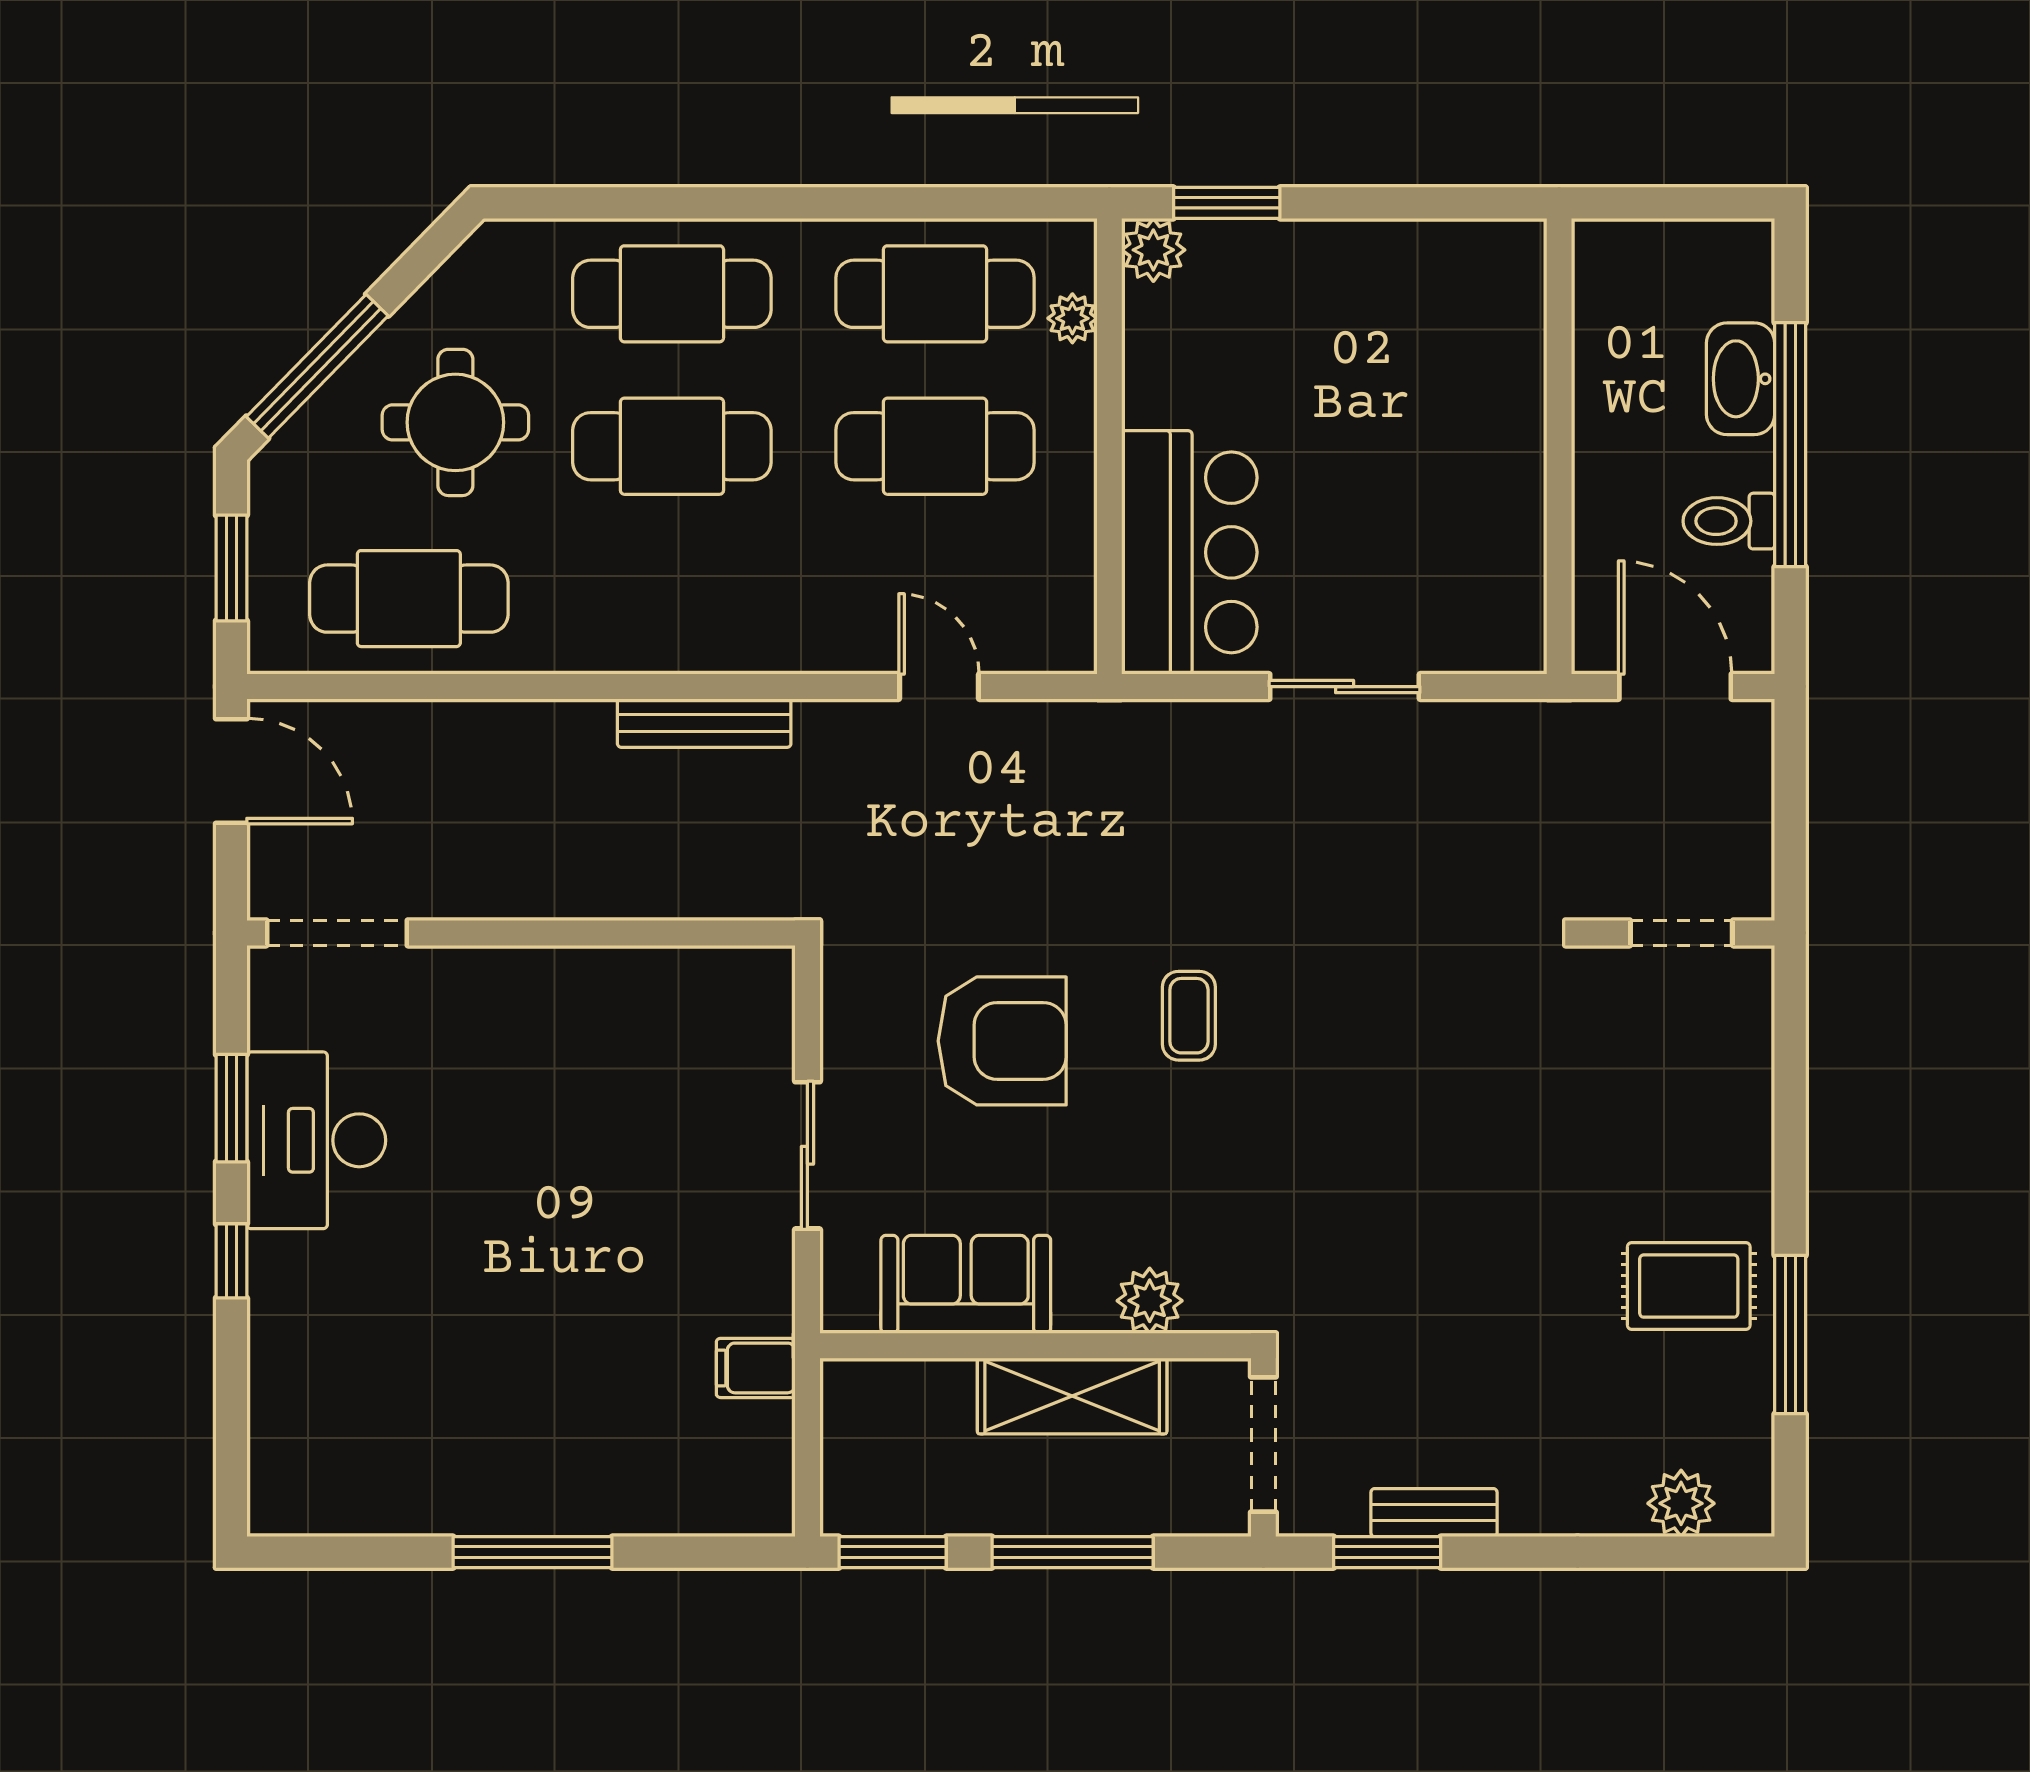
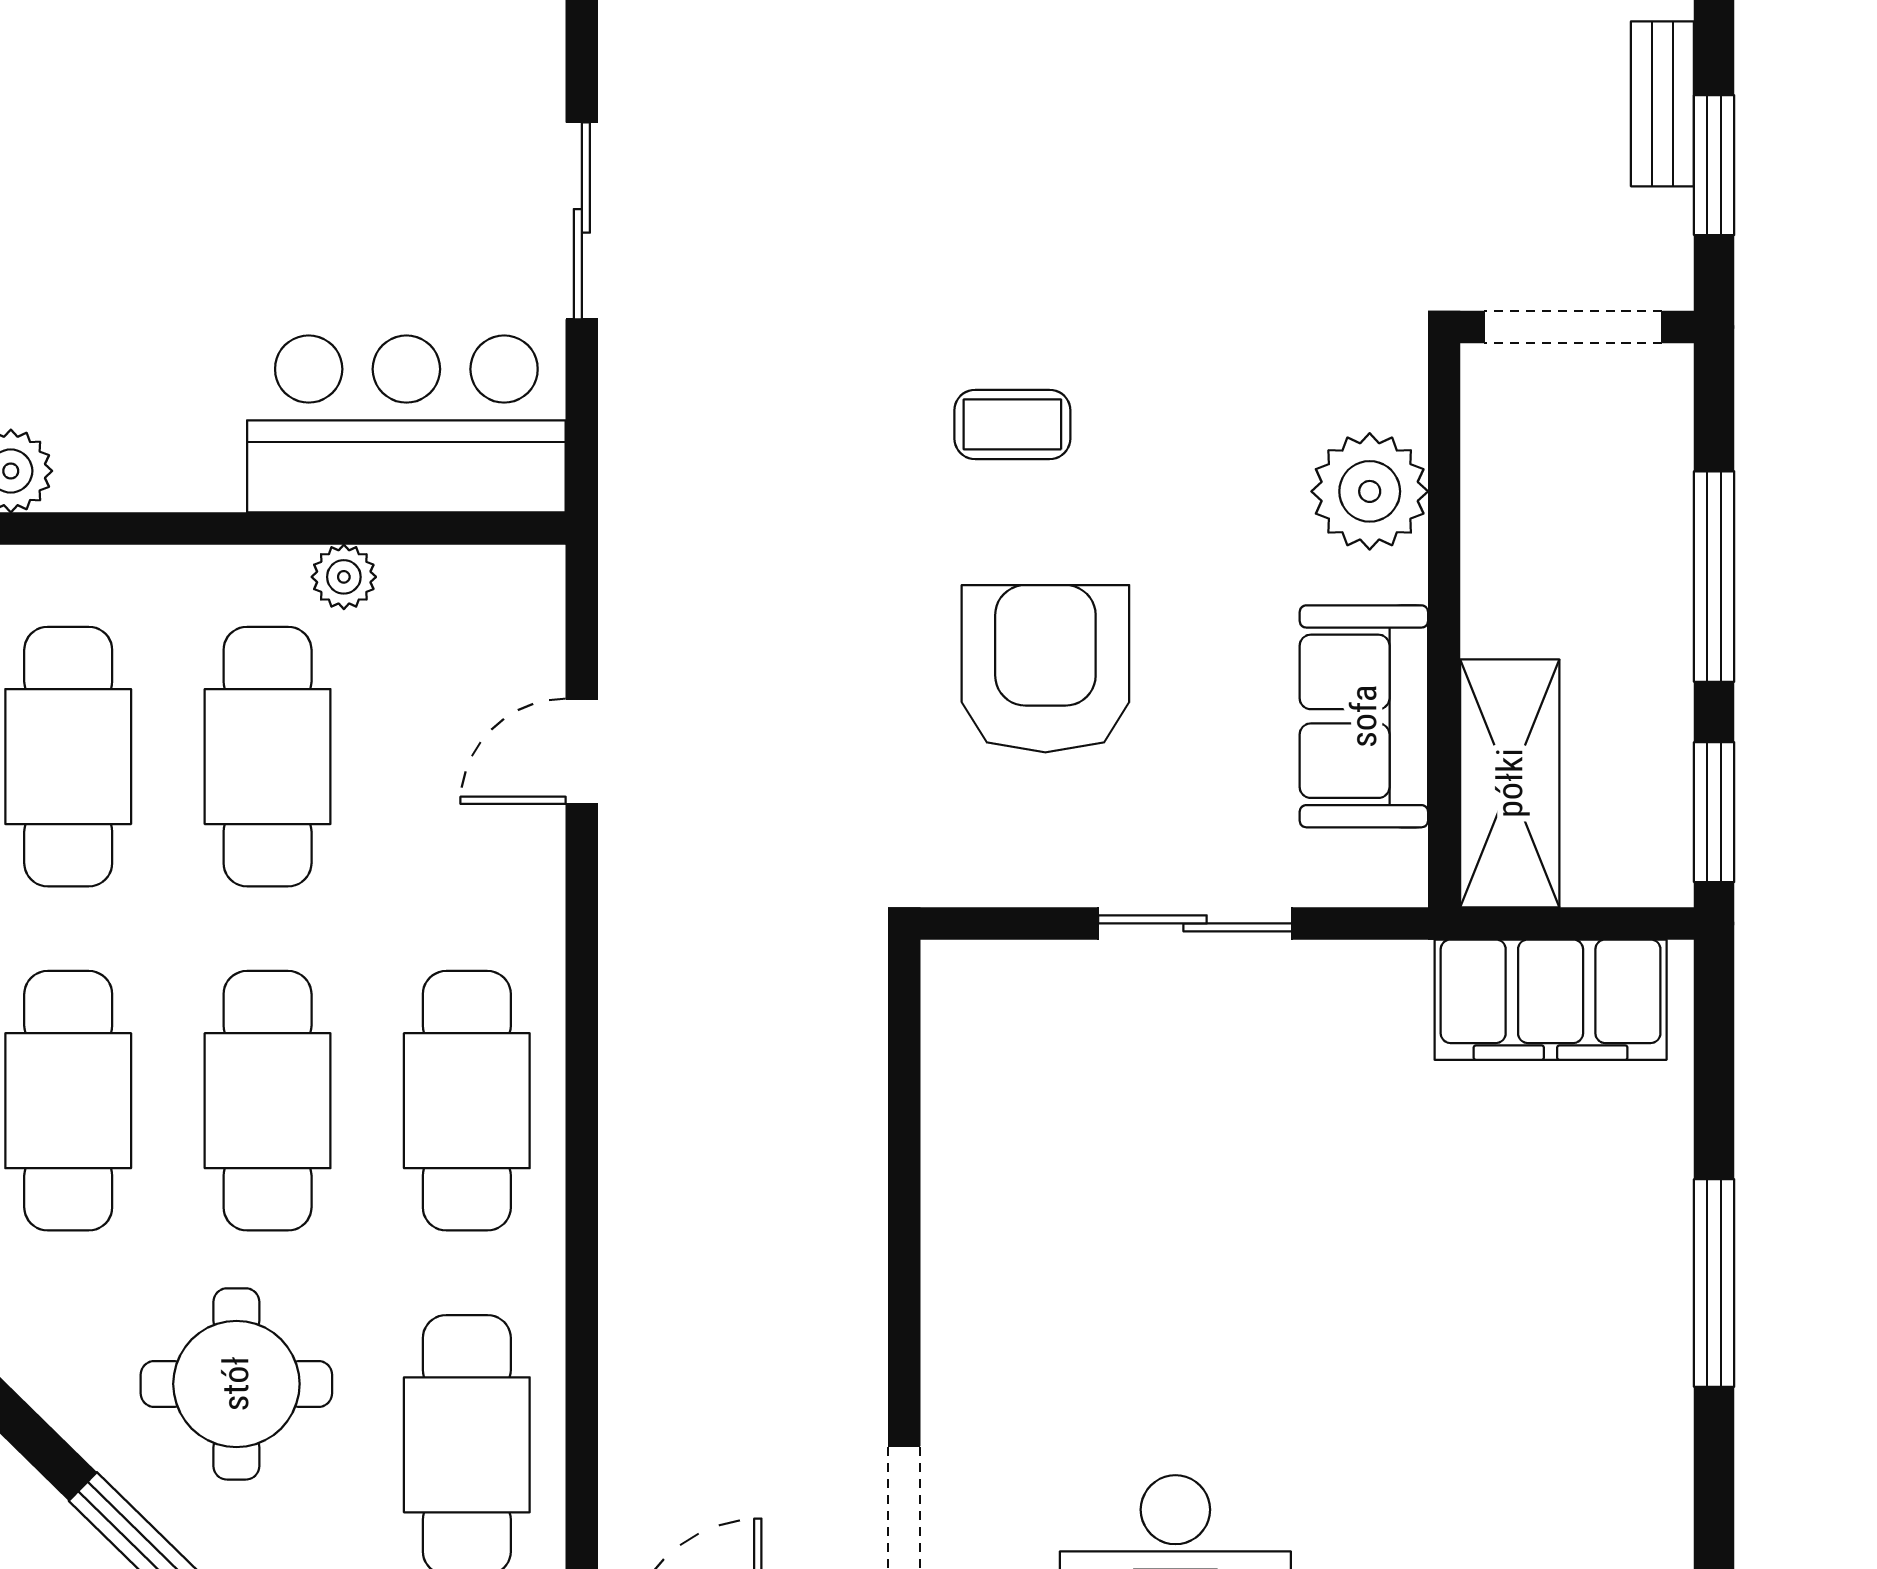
plant: (1072, 318) -> (344, 577), moved
cafe table: (672, 599) -> (467, 1101), added
bench: (704, 723) -> (630, 1058), removed
plant: (1150, 1301) -> (1370, 491), width x1.36, depth x1.36
filing cabinet: (756, 1368) -> (1551, 1000), width x3.00, depth x1.17
shelving: (1072, 1396) -> (1510, 783), moved

